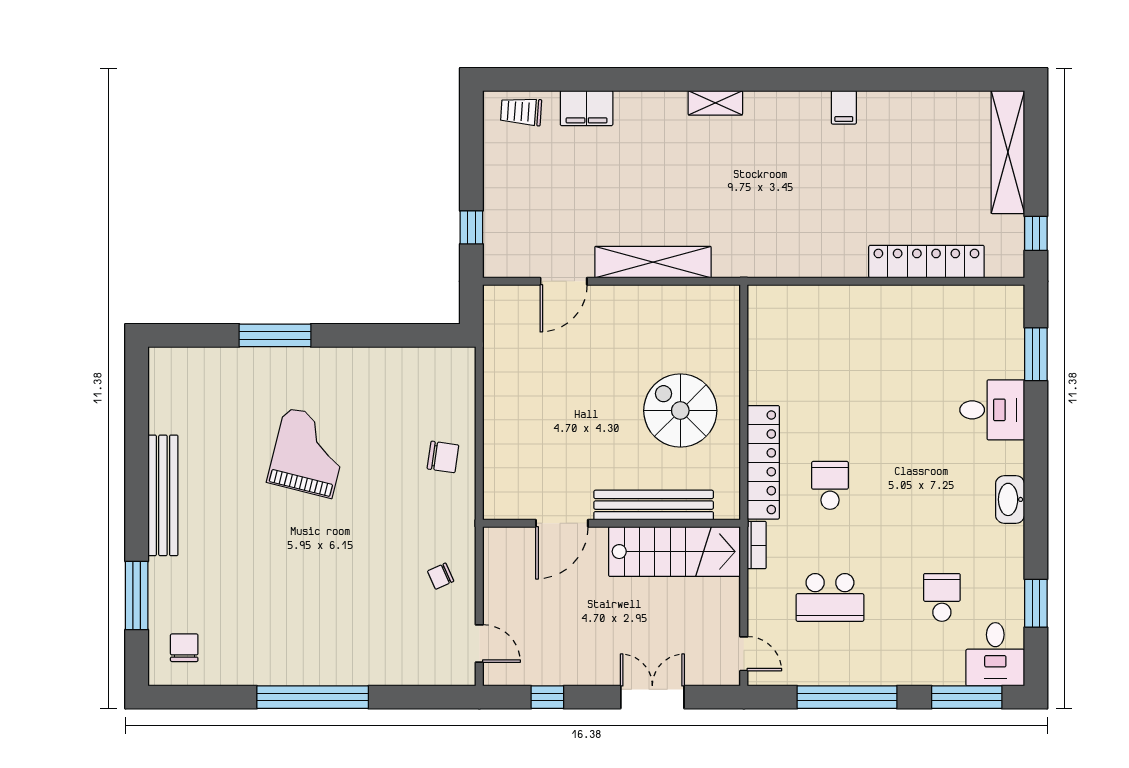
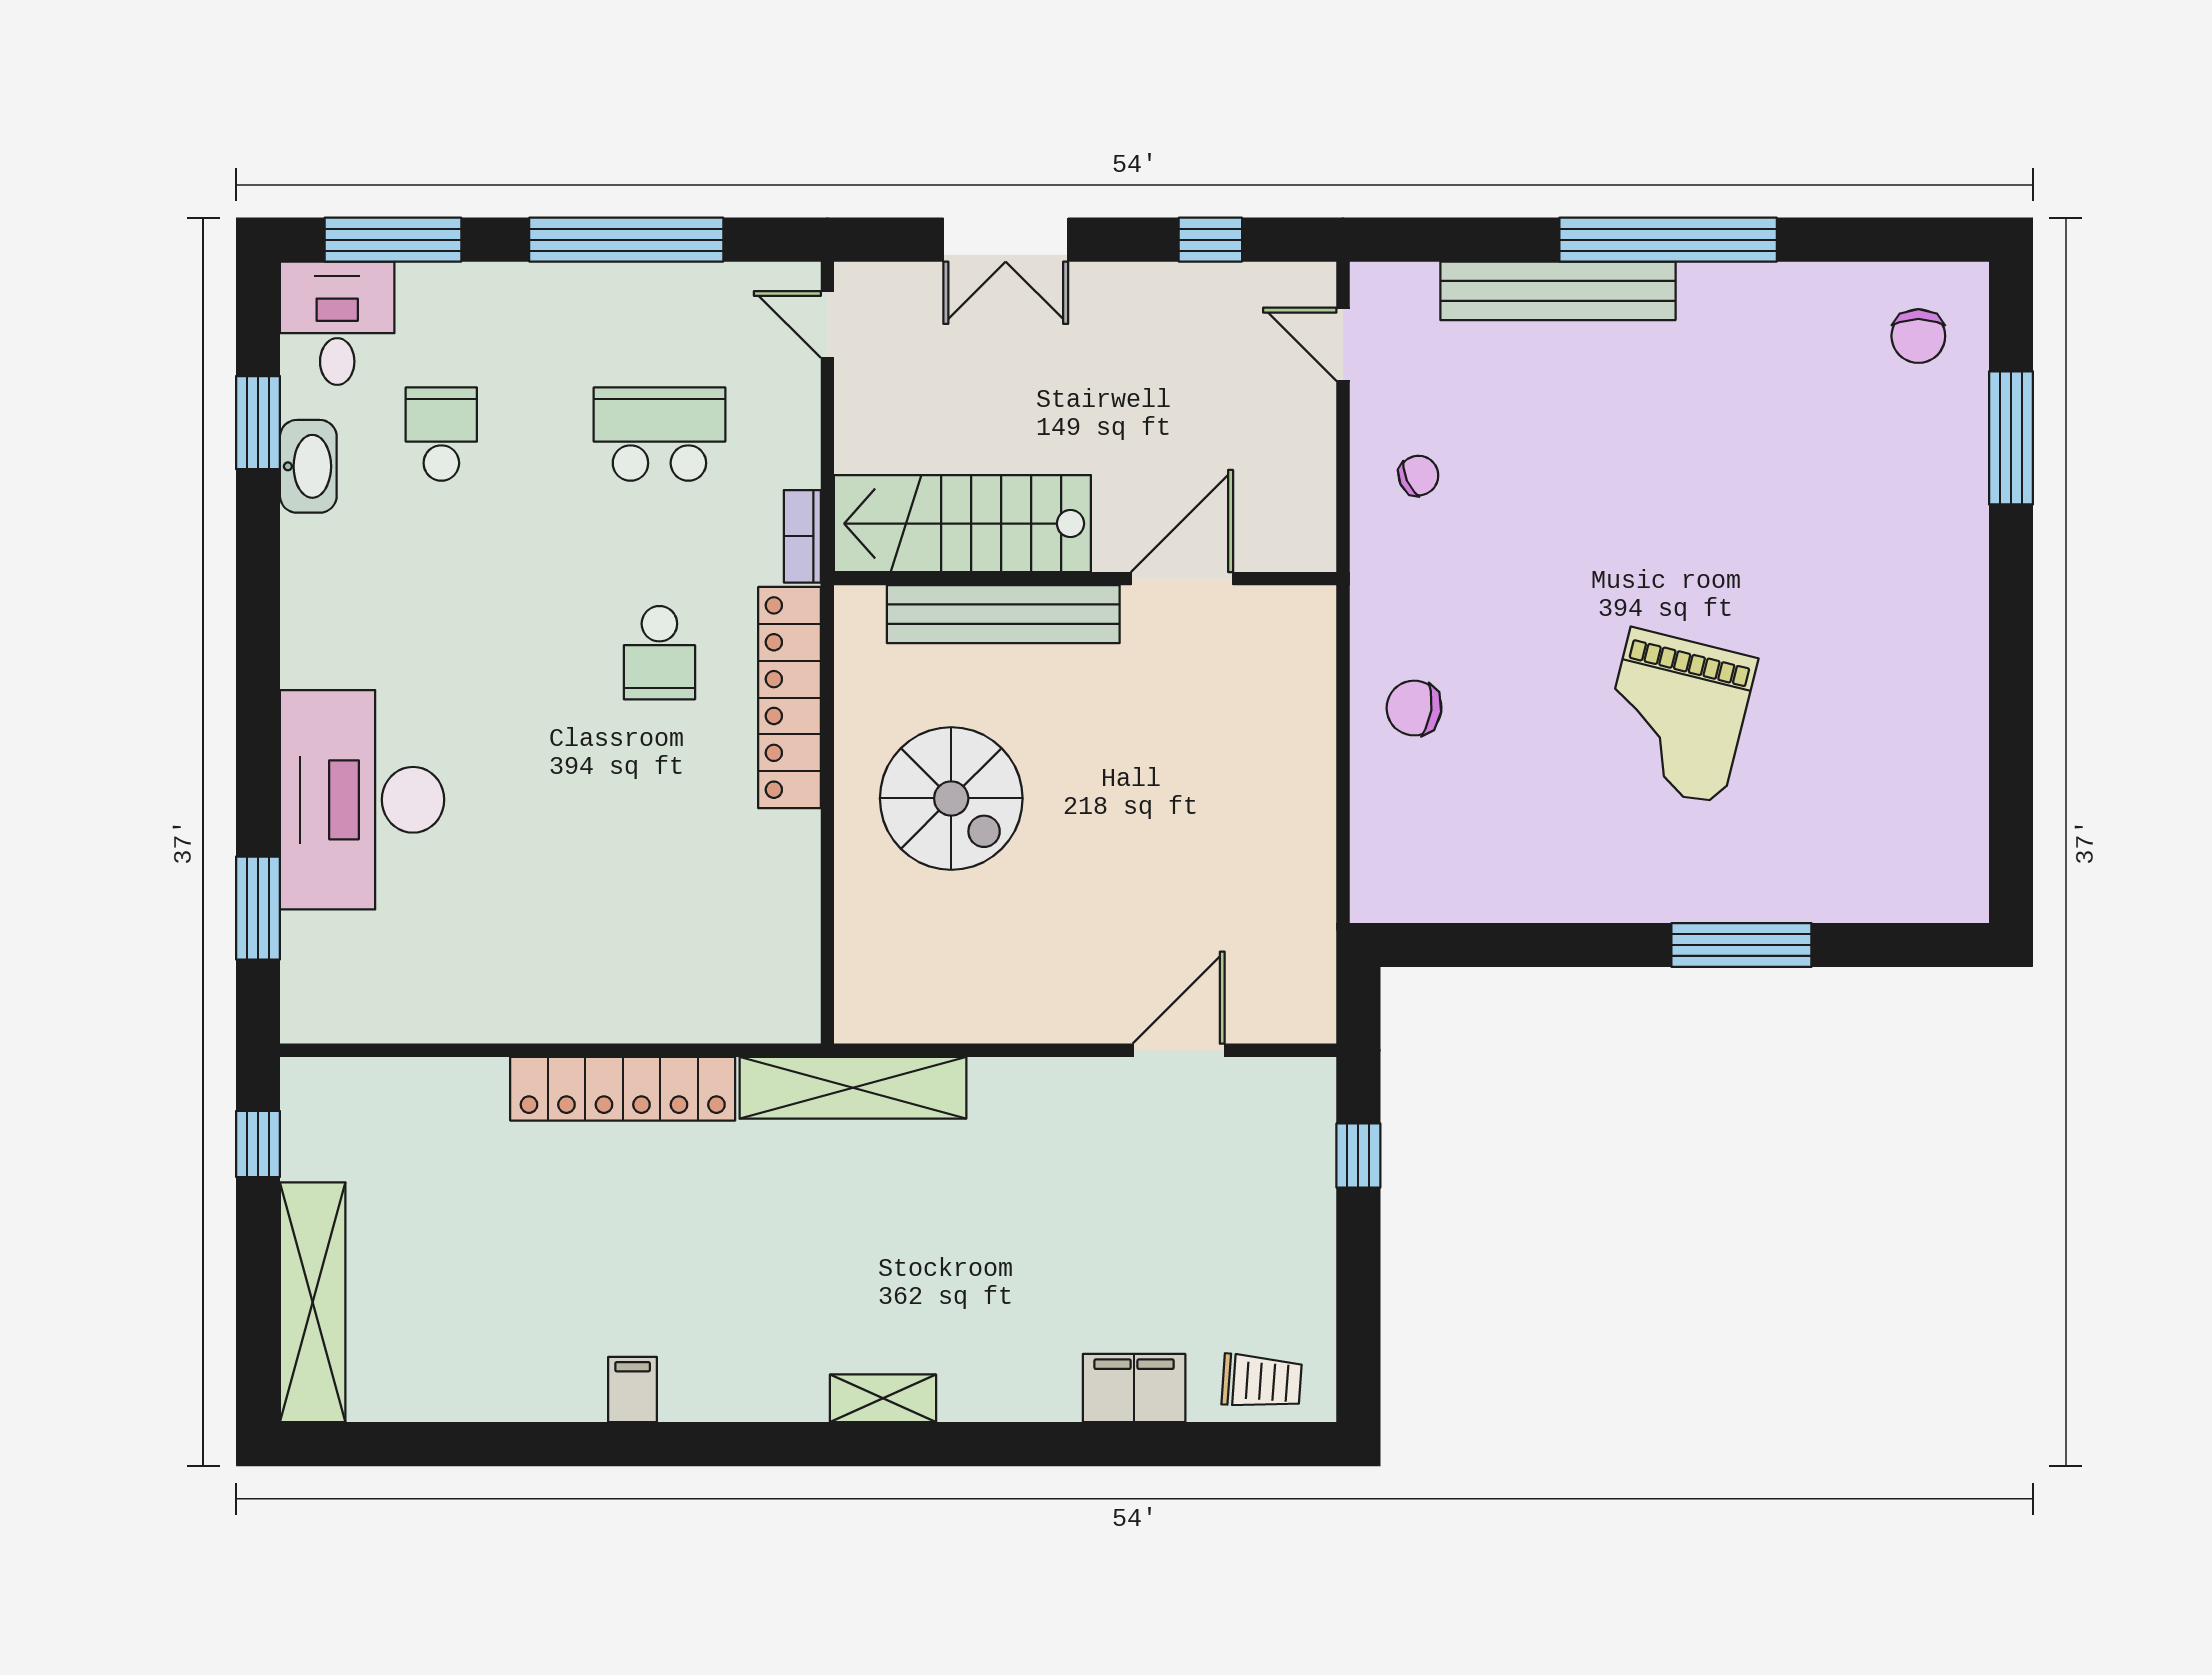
shelving: (653, 262) -> (853, 1088), moved
locker: (926, 262) -> (623, 1089), moved
desk: (992, 410) -> (362, 800), width x1.87, depth x1.30
bench: (163, 495) -> (1558, 291), moved, turned 90
washbasin: (1010, 499) -> (308, 466), moved
school desk: (942, 597) -> (441, 434), turned 180

